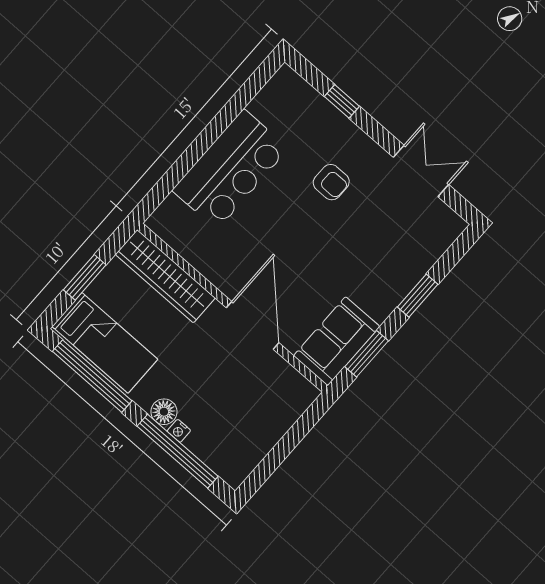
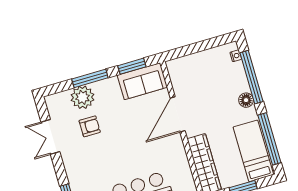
armchair: (331, 182) -> (90, 126), moved, turned 90
plant: (411, 260) -> (83, 97), added
window: (418, 296) -> (90, 78), width x1.44
nightstand: (179, 431) -> (236, 56), moved

